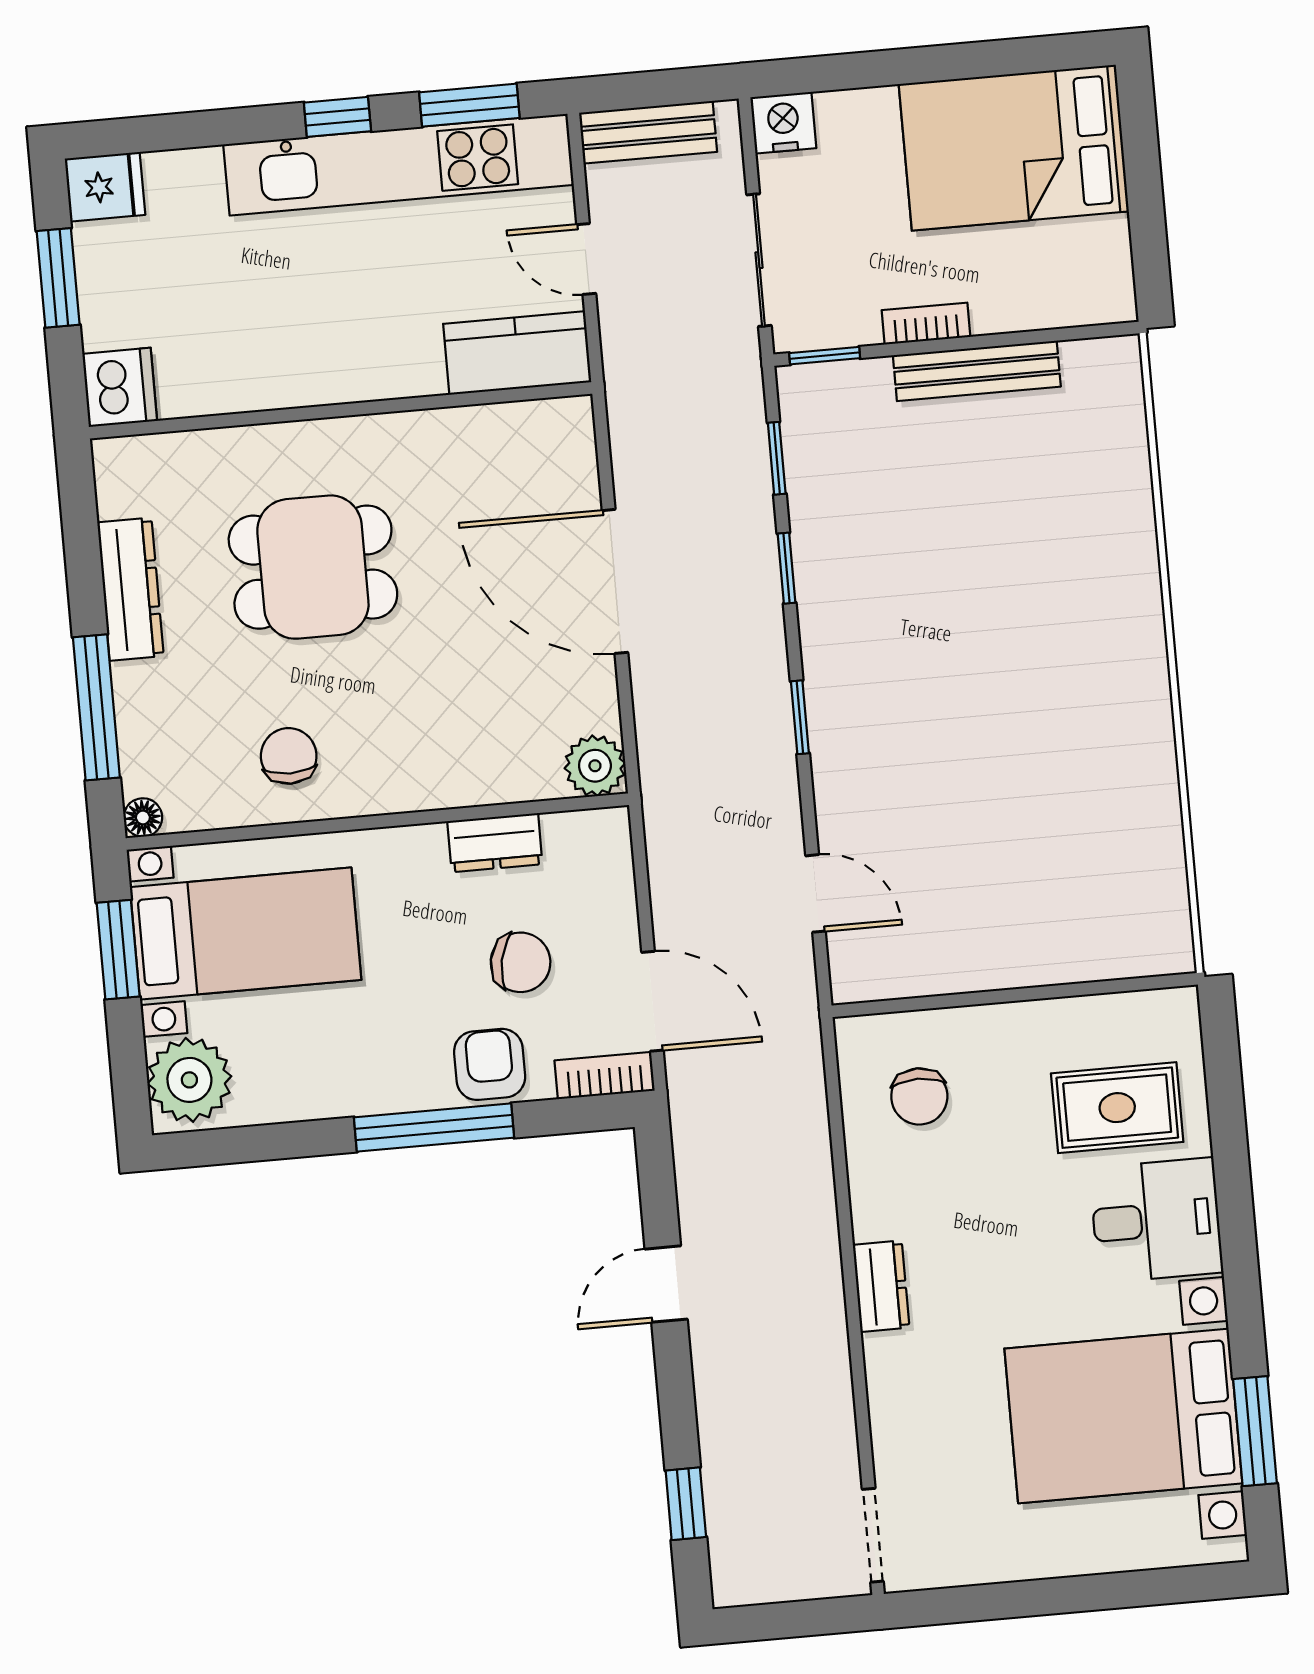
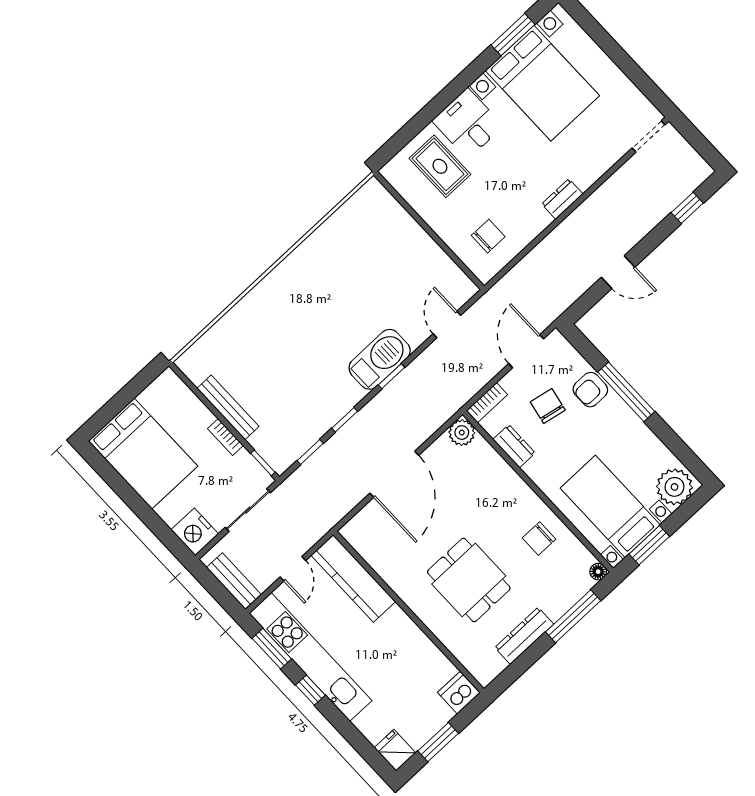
nightstand: (783, 123) -> (195, 532), width x1.36, depth x1.33
kitchen counter: (517, 353) -> (353, 578), width x1.50
barbecue: (848, 719) -> (380, 359), added
bookcase: (605, 1076) -> (487, 403), moved, turned -90

